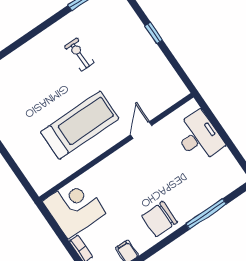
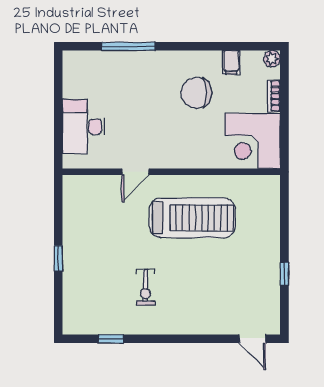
treadmill: (80, 125) -> (192, 218), turned 180
chair: (160, 219) -> (196, 93), moved, turned 180

